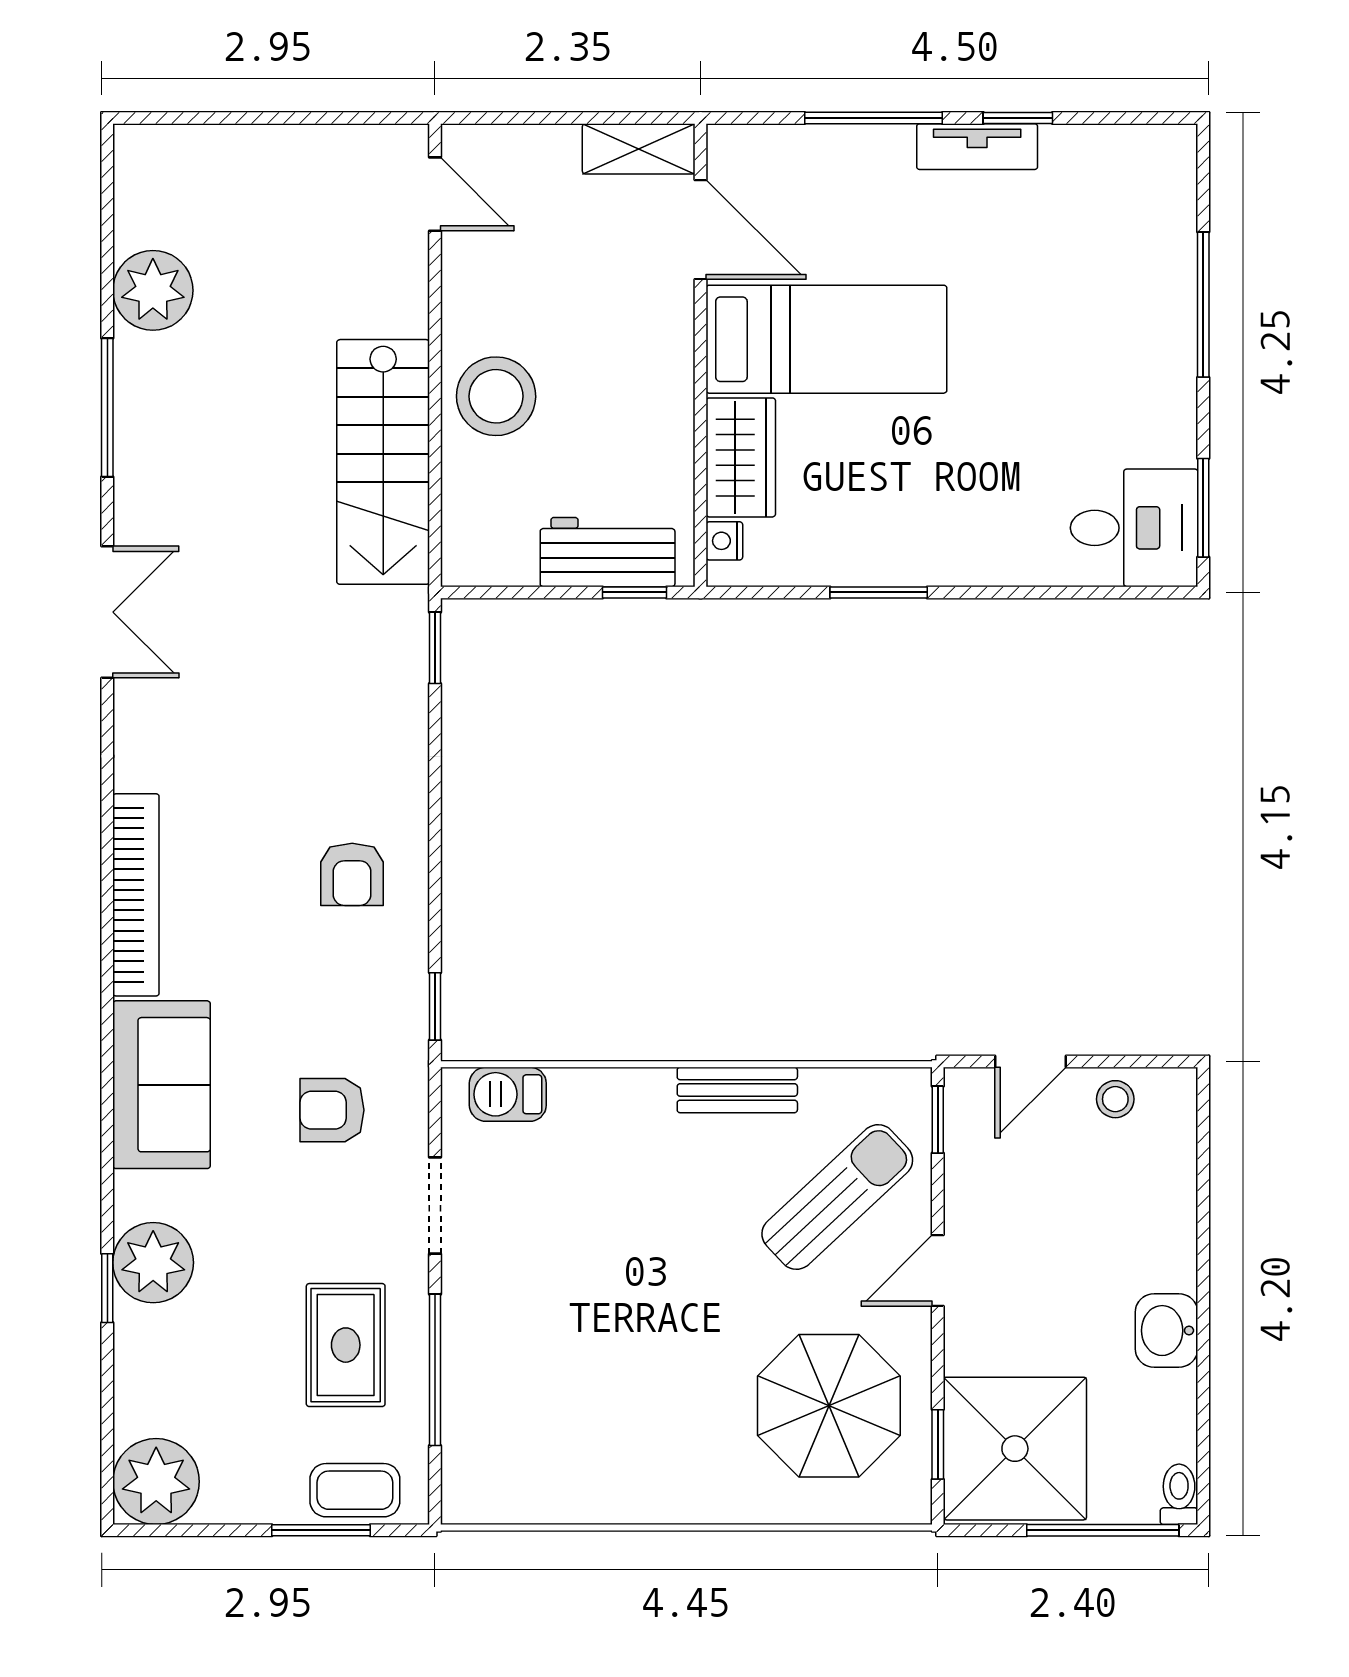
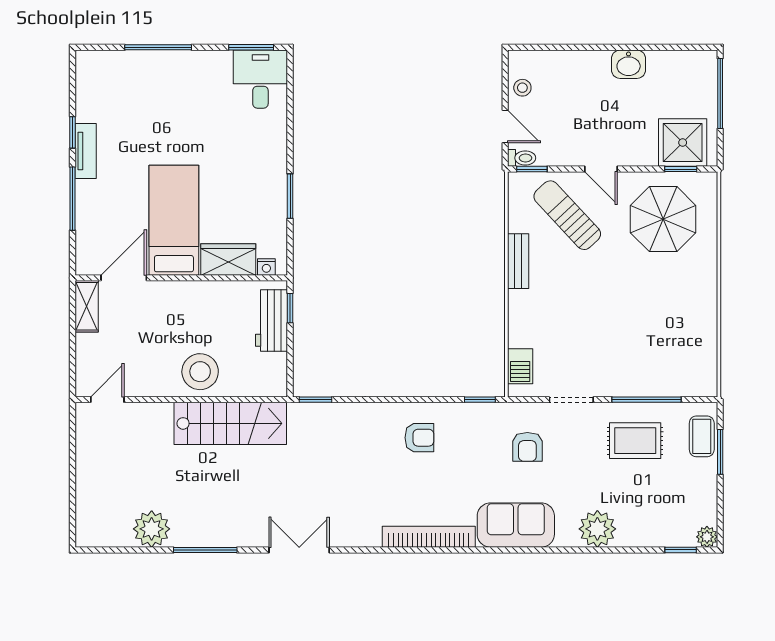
window: (107, 1288) -> (681, 550), moved
shower: (1015, 1449) -> (683, 143), width x0.73, depth x0.73
plant: (156, 1482) -> (707, 537), width x0.53, depth x0.53
toilet: (1179, 1494) -> (522, 158), moved, turned 180

